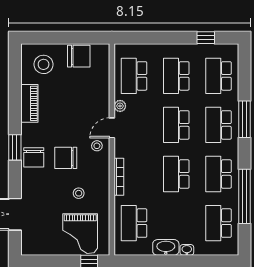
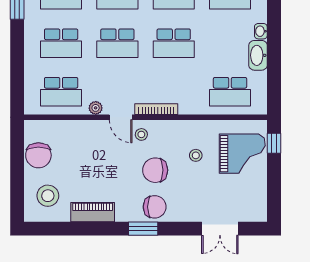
chair: (79, 56) -> (38, 155), turned 180
chair: (66, 158) -> (155, 170), turned 90
bookcase: (119, 177) -> (156, 109), moved

